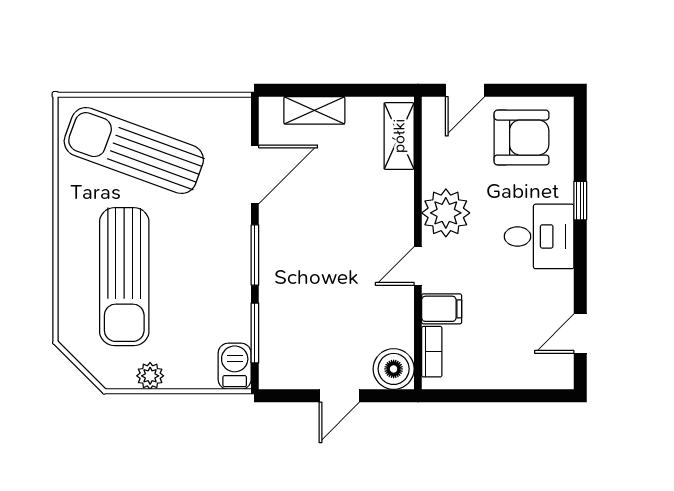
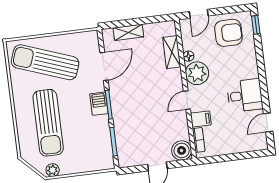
shelving: (399, 136) -> (172, 52), moved
floor lamp: (433, 175) -> (189, 56), added
window: (580, 201) -> (256, 25), moved
desk: (539, 236) -> (245, 95), moved
barbecue: (235, 366) -> (99, 104), moved
plant: (150, 376) -> (53, 170), moved

